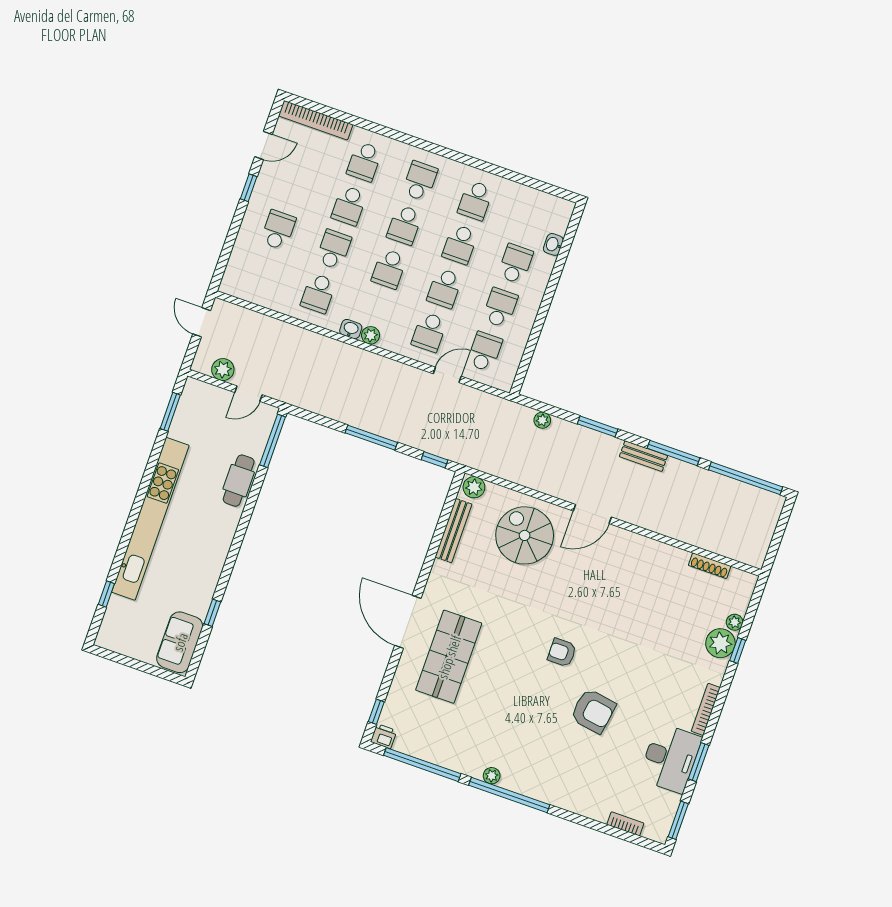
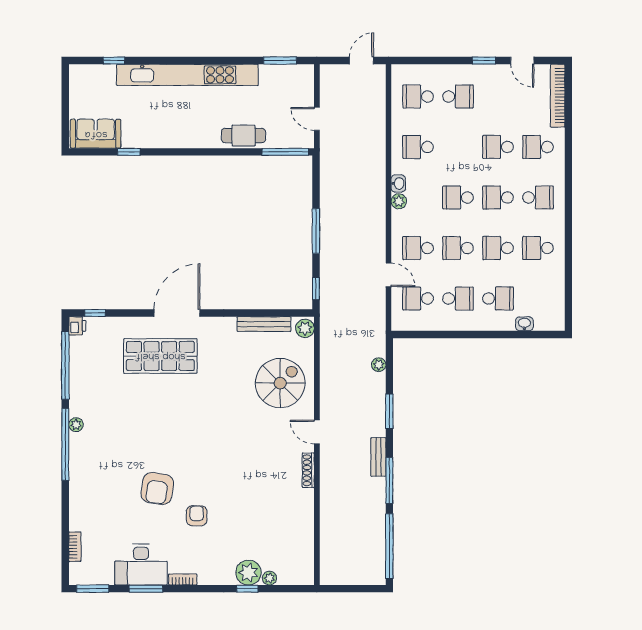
school desk: (334, 249) -> (418, 96), moved, turned 180
school desk: (485, 352) -> (418, 299), turned 180
plant: (223, 370) -> (329, 91), removed
door: (592, 514) -> (317, 432), width x0.73
shoe rack: (710, 566) -> (308, 470), moved
armchair: (562, 653) -> (197, 516), moved
bookcase: (706, 709) -> (183, 579), width x0.64

